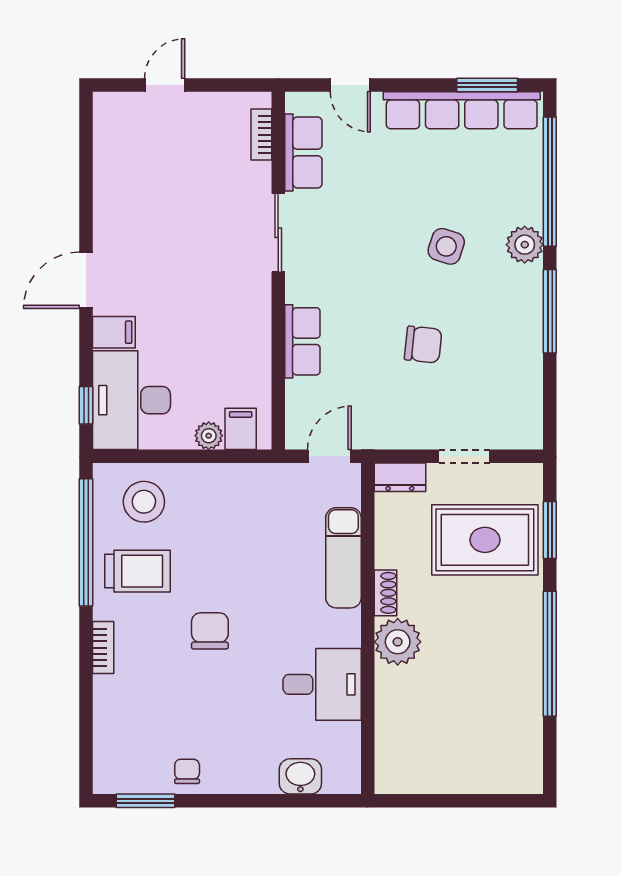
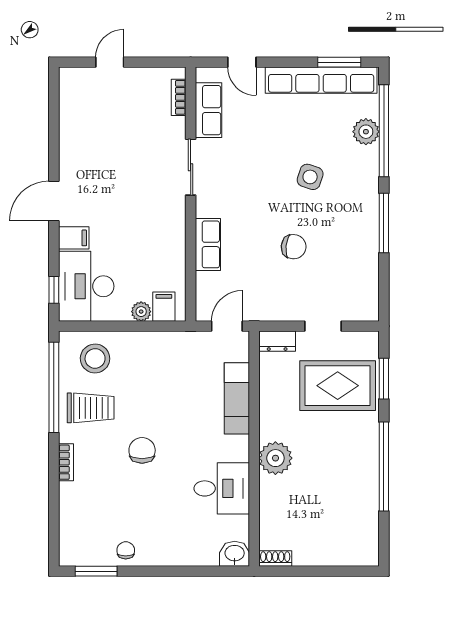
plant: (525, 245) -> (366, 132), moved
shoe rack: (385, 593) -> (275, 559), moved, turned -90
washbasin: (300, 776) -> (235, 554), moved

